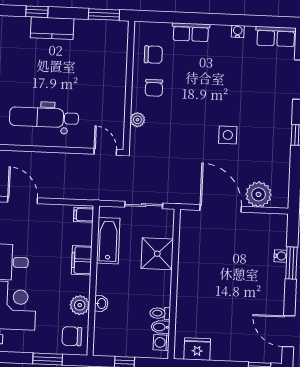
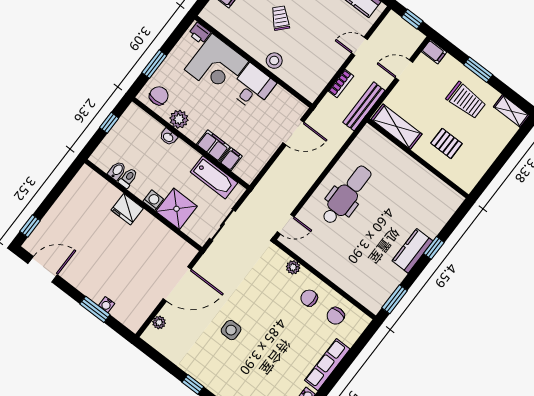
row of seats: (191, 32) -> (327, 365), width x1.48
plant: (259, 194) -> (159, 322), width x0.53, depth x0.53
filing cabinet: (84, 215) -> (231, 159), moved
washing machine: (161, 342) -> (153, 200), moved
fridge: (197, 349) -> (127, 209), moved, turned 90

